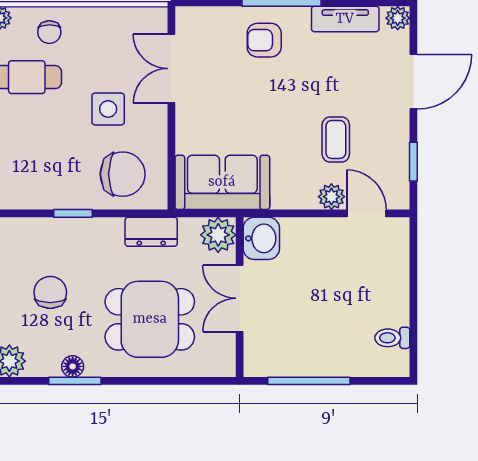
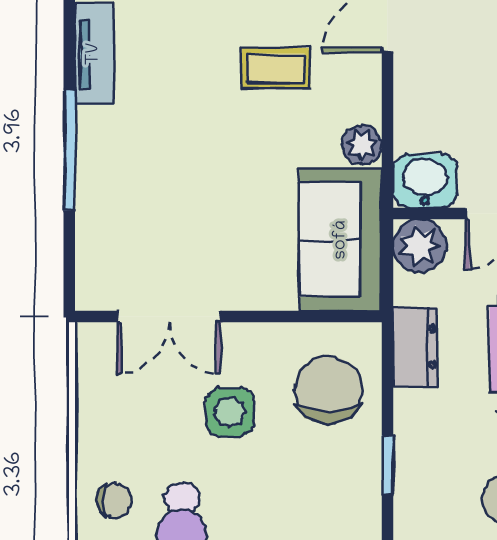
armchair: (264, 40) -> (126, 176), removed
plant: (331, 197) -> (362, 145), moved

